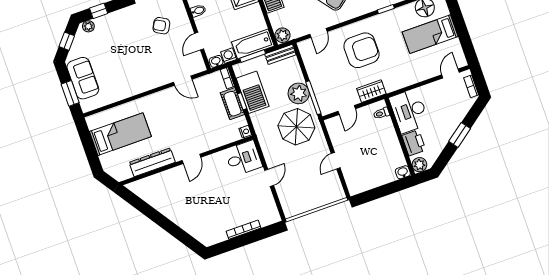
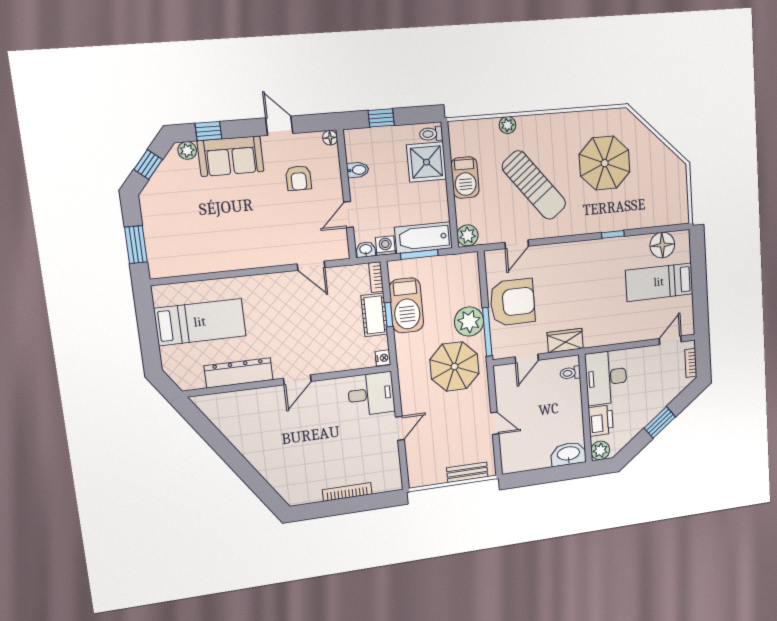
armchair: (161, 26) -> (299, 178), turned -119
armchair: (361, 50) -> (513, 302), moved
bench: (280, 54) -> (467, 472), moved
sofa: (83, 78) -> (231, 156), moved, turned 90
door: (336, 161) -> (495, 423), swing flipped
washbasin: (403, 172) -> (568, 454), width x1.91, depth x1.45

